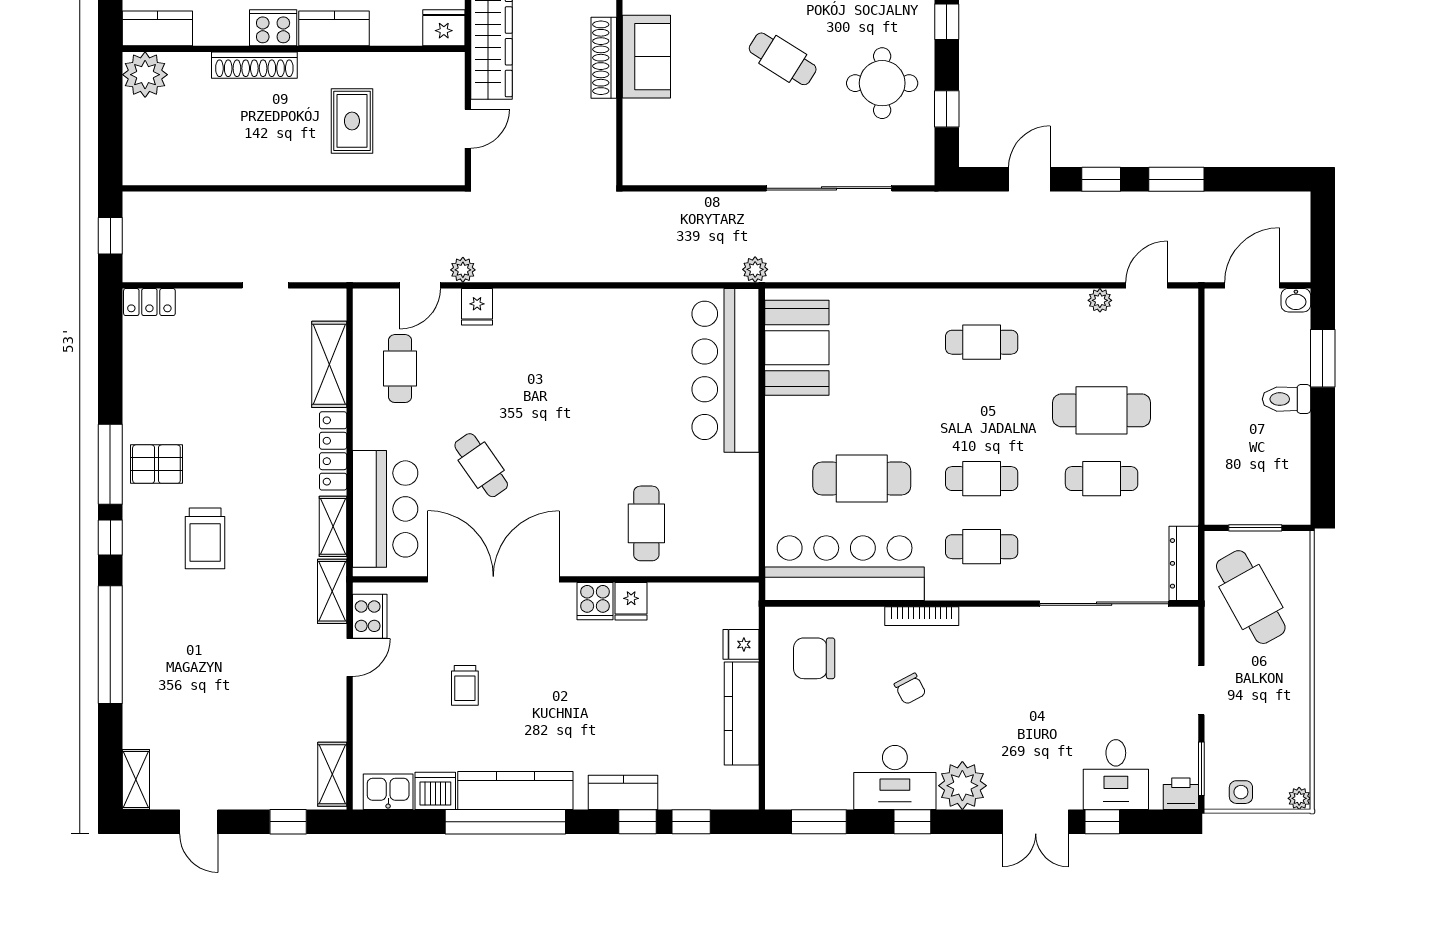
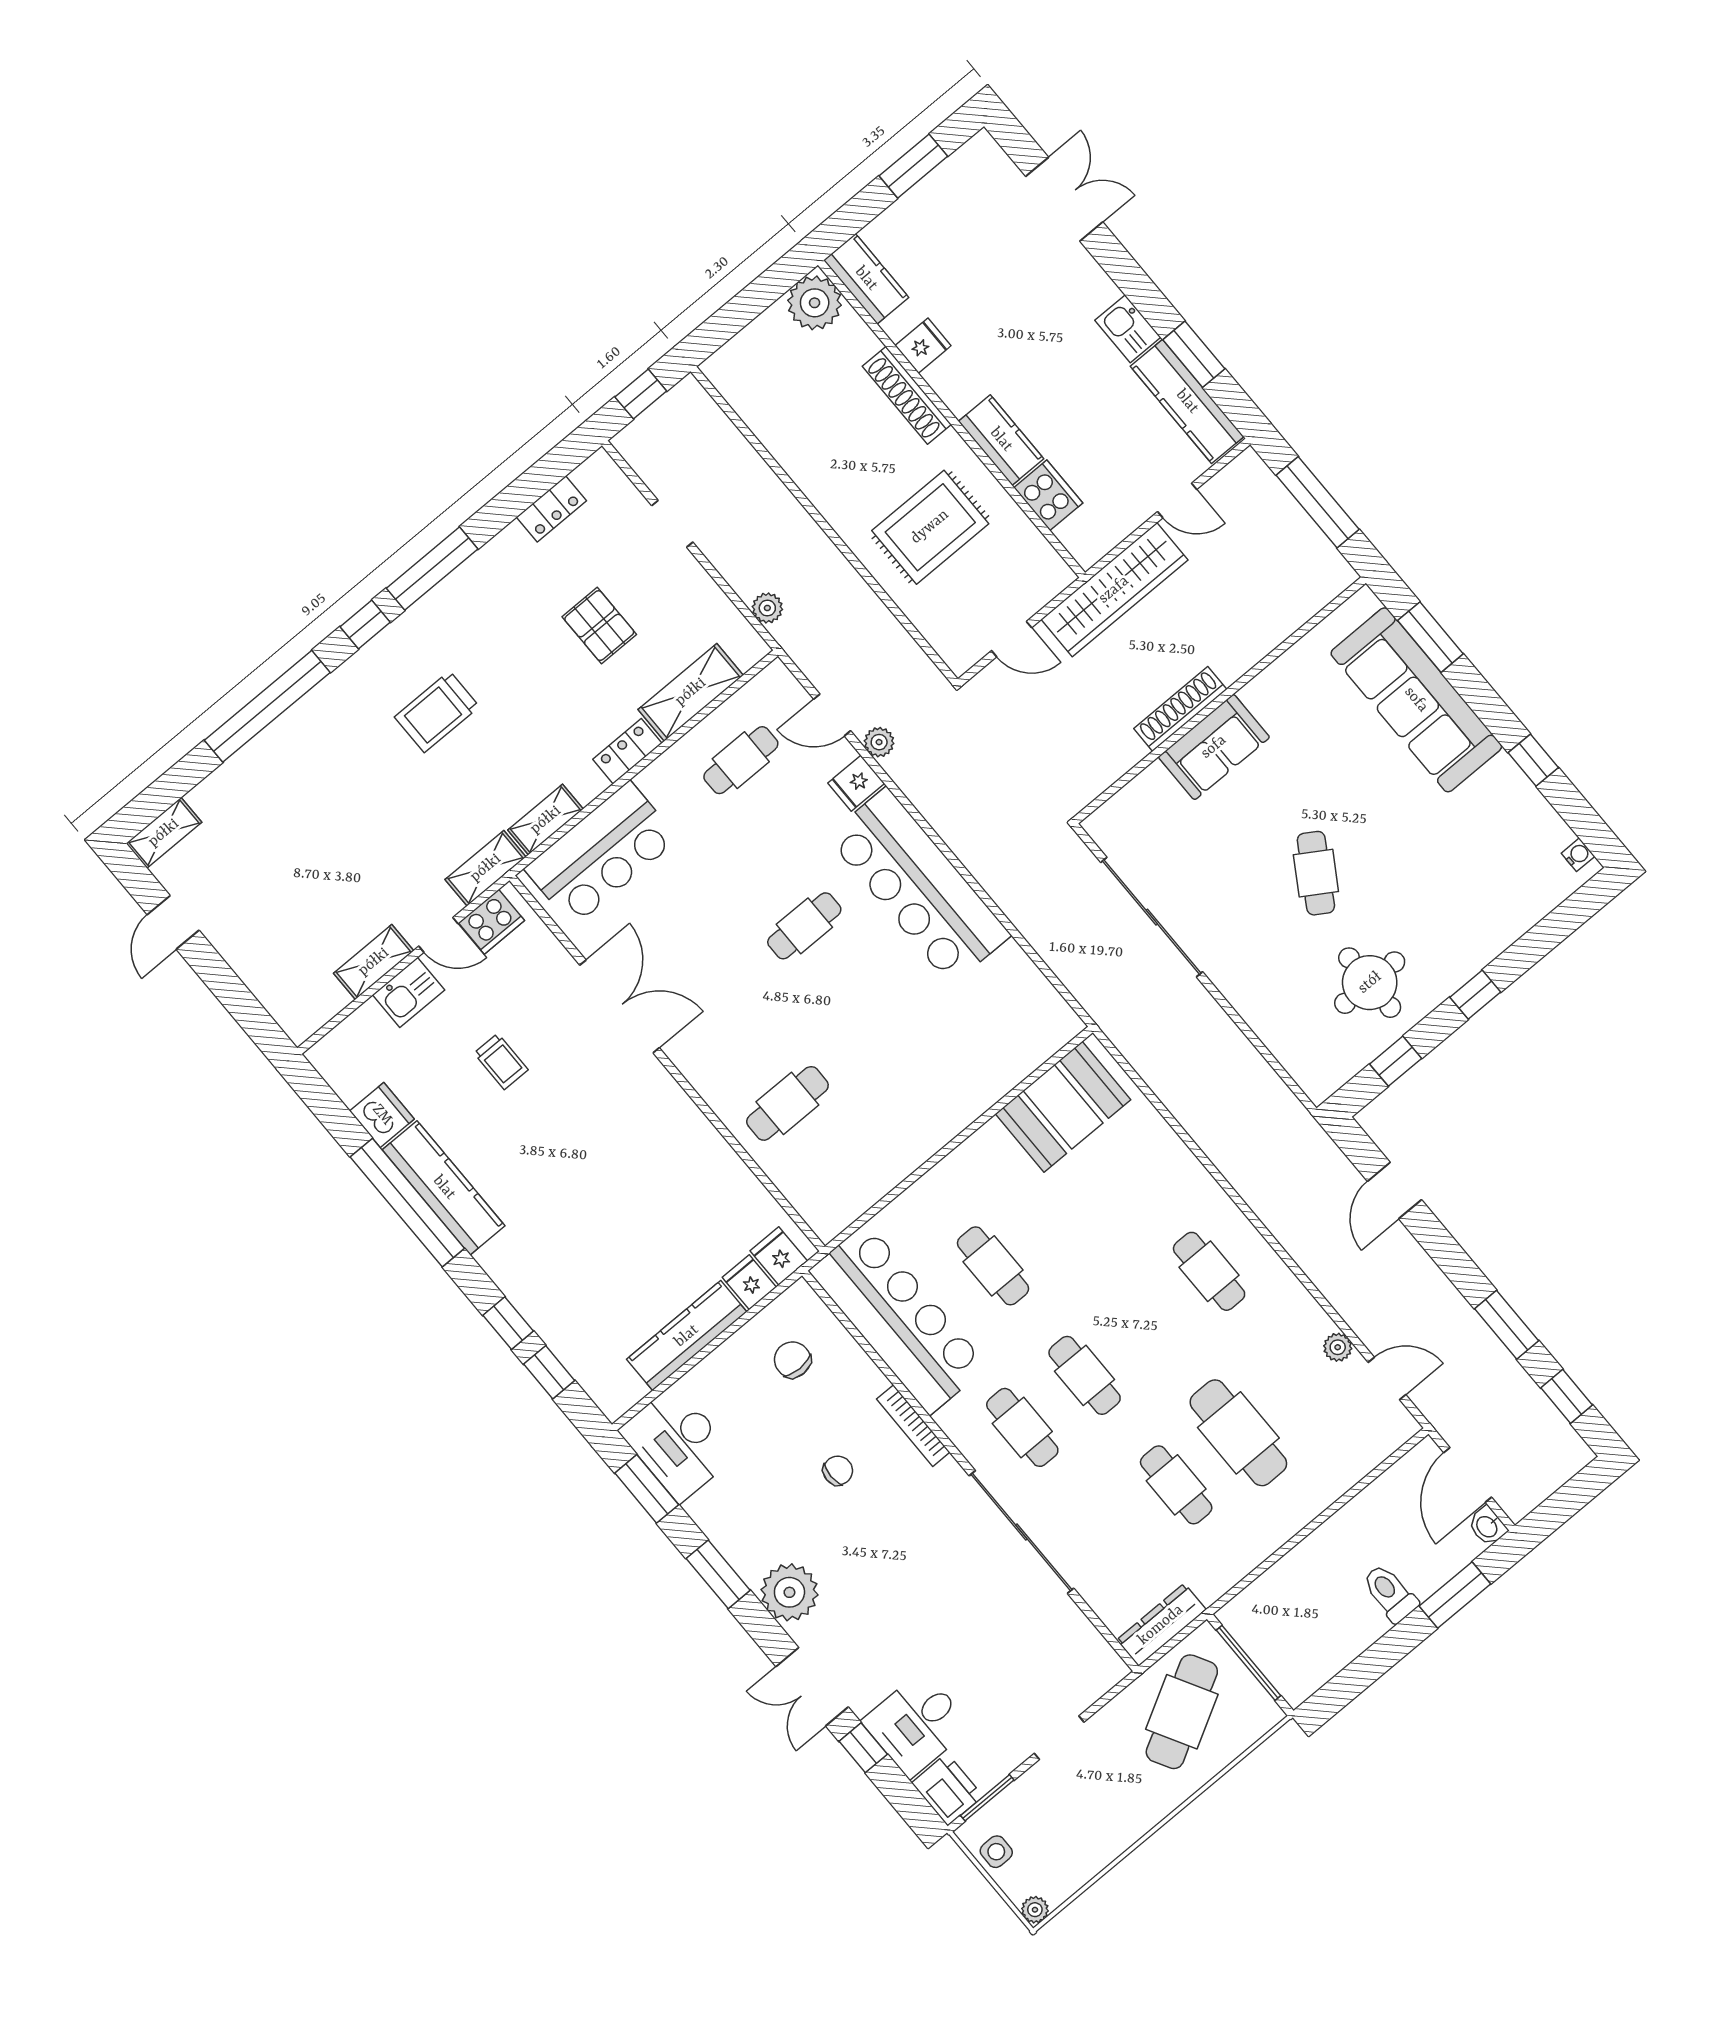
cooker: (273, 28) -> (1048, 495), moved
fridge: (444, 28) -> (923, 346), moved, width x0.72
rug: (352, 121) -> (930, 527), width x1.36, depth x1.43
door: (1029, 179) -> (1394, 1190), swing flipped
window: (1101, 179) -> (1567, 1396), moved
sliding door: (829, 188) -> (1152, 917), moved
plant: (755, 269) -> (767, 608), moved
doorway: (265, 285) -> (672, 524), moved
door: (1252, 285) -> (1468, 1475), swing flipped
locker: (149, 302) -> (551, 509), moved, turned -90
bar counter: (725, 370) -> (919, 886), moved, turned -90
locker: (333, 451) -> (627, 751), width x0.66
pallet: (156, 464) -> (599, 626), moved
cafe table: (481, 465) -> (804, 926), moved, turned 35
cafe table: (862, 479) -> (993, 1266), width x0.73, depth x0.74
window: (1255, 528) -> (1248, 1663), width x1.44
double door: (493, 579) -> (620, 1006), width x0.73
cooker: (595, 601) -> (677, 1116), removed
fridge: (631, 601) -> (779, 1256), moved, turned 90
sliding door: (1104, 604) -> (1021, 1532), moved
chair: (814, 658) -> (792, 1360), width x0.73, depth x0.73
trolley: (465, 685) -> (501, 1061), turned -90
chair: (910, 689) -> (838, 1471), turned -152
shelving: (332, 774) -> (374, 962), moved
desk: (895, 778) -> (677, 1443), moved
kitchen sink: (388, 792) -> (409, 992), moved, turned 90
kitchen counter: (623, 792) -> (524, 1288), removed
printer: (1181, 794) -> (947, 1789), width x1.36, depth x1.24
window: (288, 822) -> (241, 1004), removed
window: (912, 822) -> (718, 1574), width x1.50

